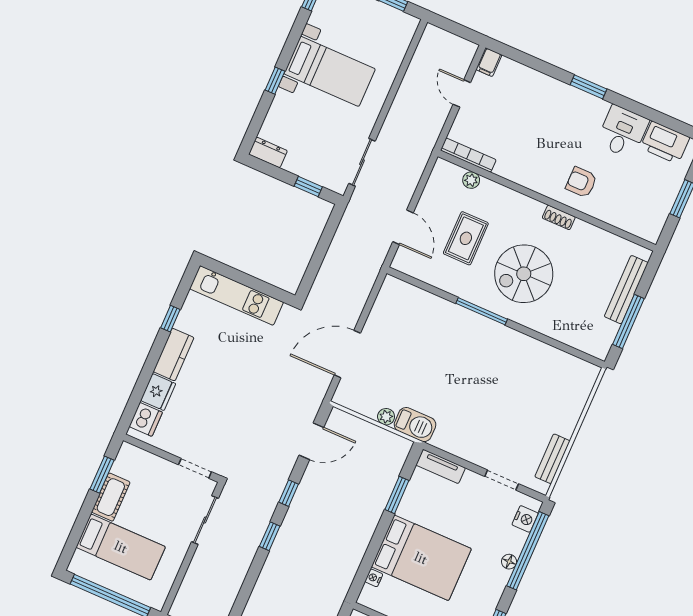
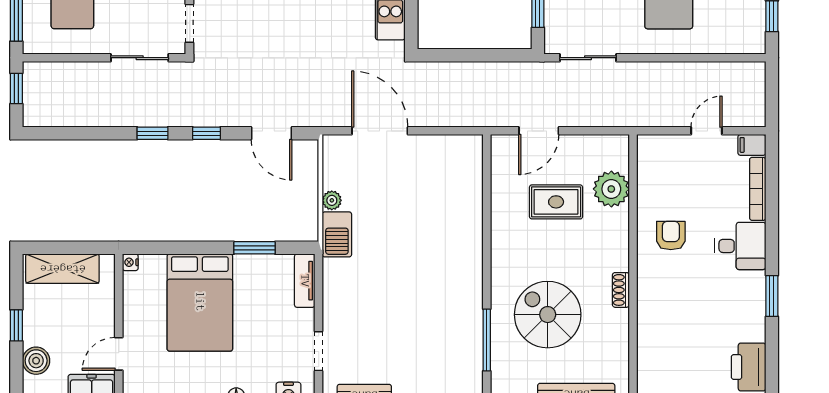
window: (589, 87) -> (772, 296), moved
desk: (623, 132) -> (740, 246), moved
bookcase: (468, 155) -> (758, 189), moved, turned 180
plant: (471, 180) -> (611, 189), width x1.87, depth x1.87
armchair: (581, 182) -> (671, 235), moved
spiral stairs: (524, 274) -> (548, 315), moved
window: (482, 311) -> (487, 340), moved
nightstand: (374, 578) -> (130, 262), moved, turned -90

